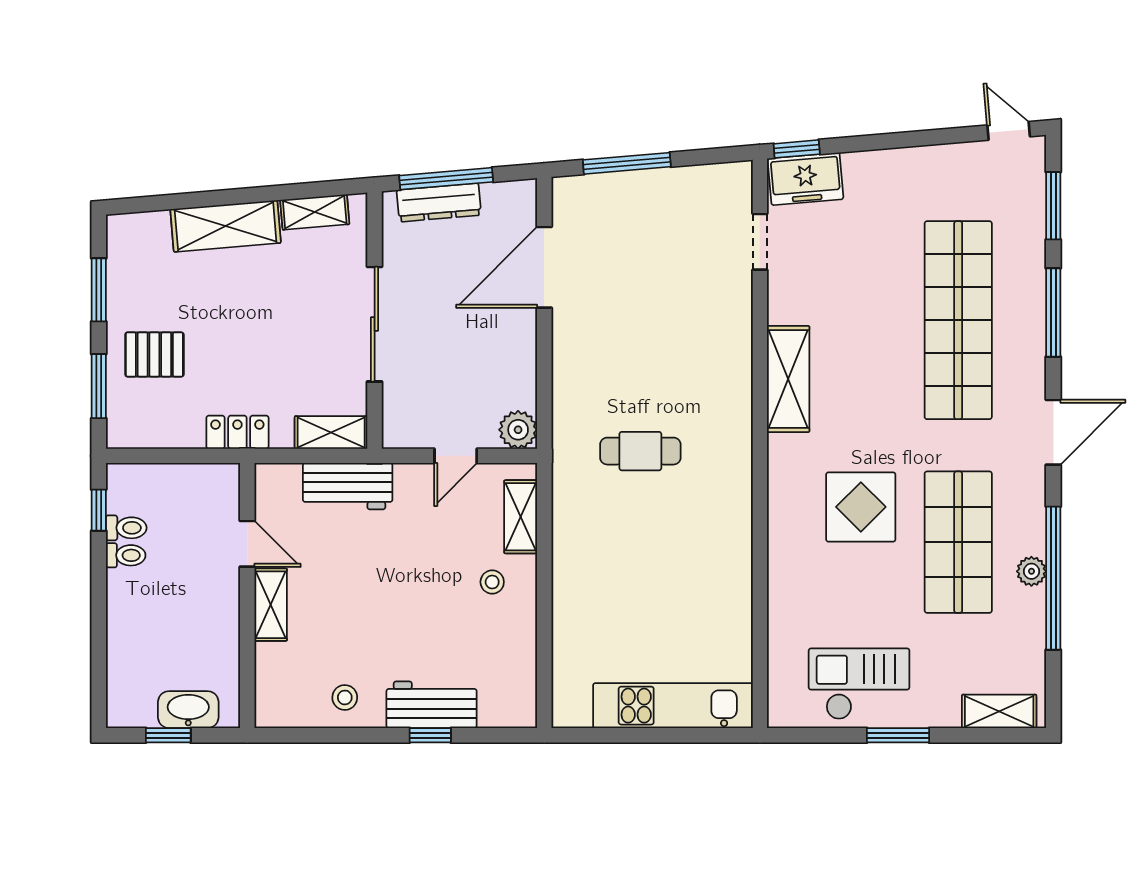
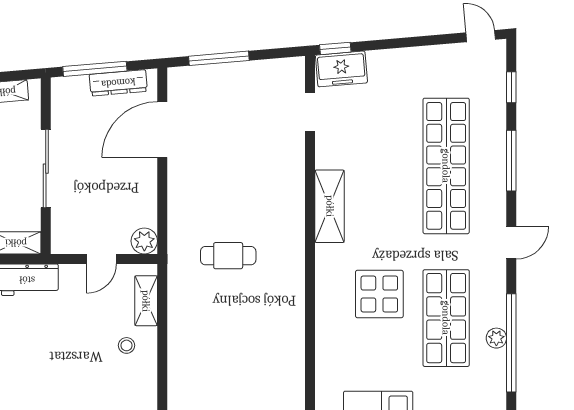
dresser: (439, 203) -> (118, 83), moved
window: (1053, 206) -> (511, 87), width x0.67
door: (1053, 432) -> (511, 243), width x0.73

